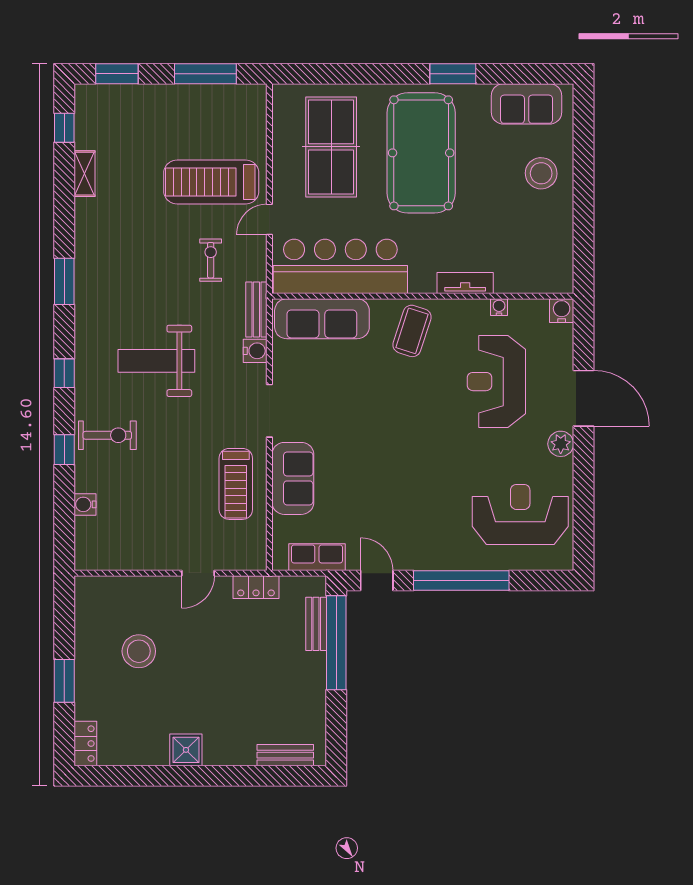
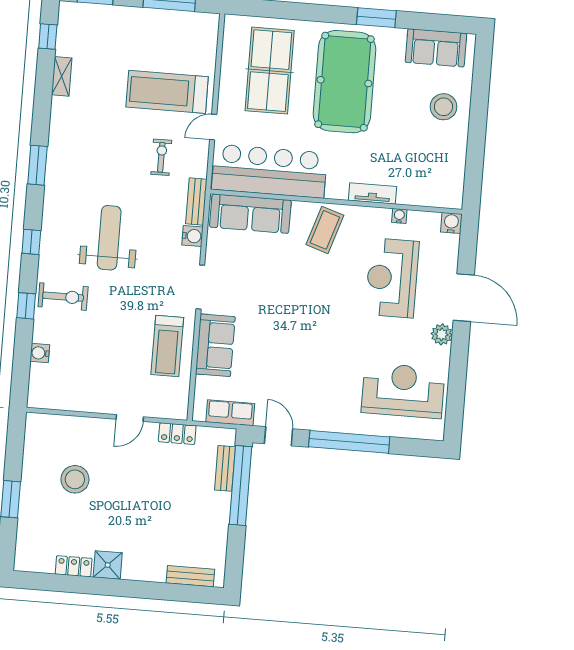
weight bench: (156, 361) -> (109, 238), turned 90
locker: (85, 744) -> (74, 566), moved, turned -90

